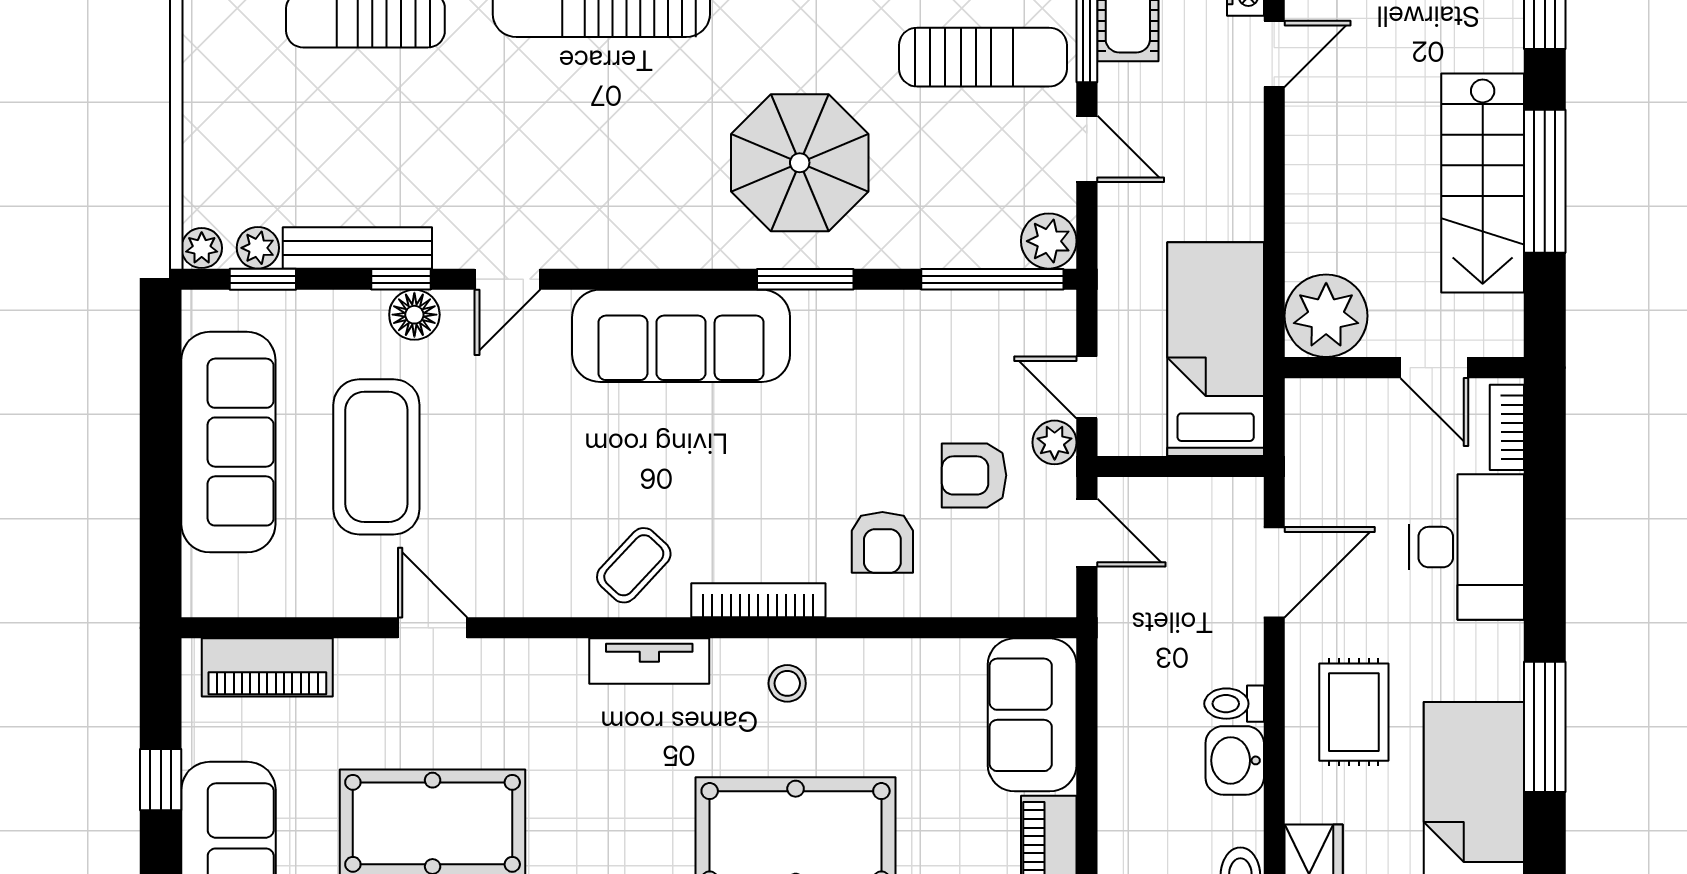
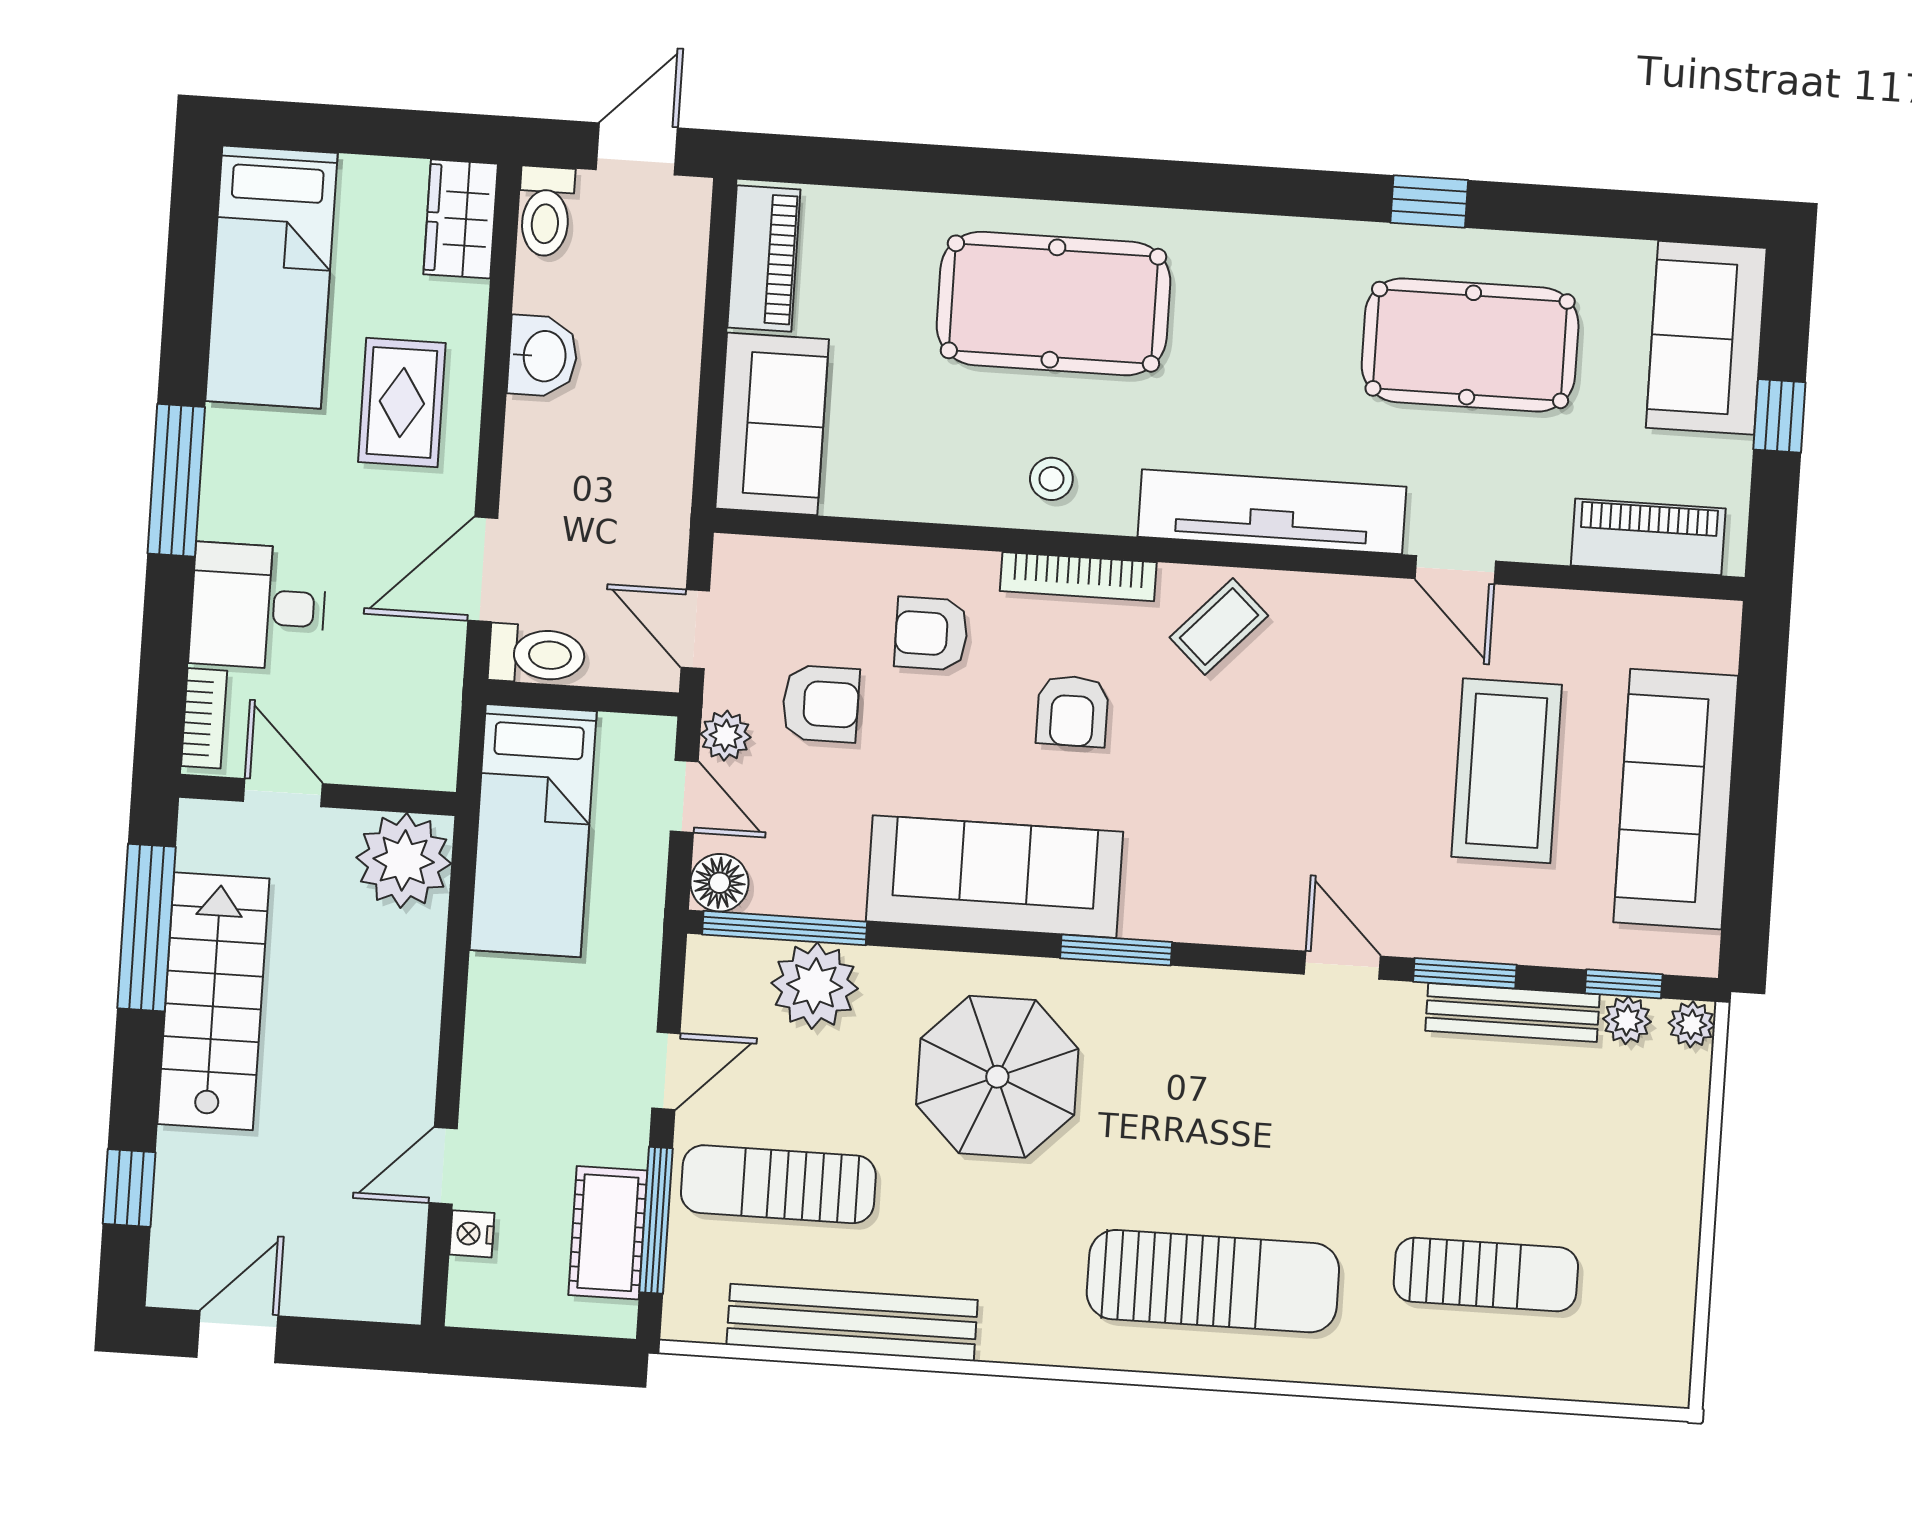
door: (1087, 149) -> (666, 1071), swing flipped
window: (1545, 181) -> (146, 928), moved
plant: (1049, 241) -> (815, 986), moved, width x1.36, depth x1.36
window: (401, 279) -> (1465, 973), width x1.50
door: (507, 279) -> (1342, 965), hinge flipped
window: (805, 279) -> (1116, 950), moved
floor lamp: (414, 315) -> (719, 883), moved
sofa: (681, 336) -> (994, 877), moved
armchair: (756, 484) -> (1072, 711), added
armchair: (882, 542) -> (931, 634), turned -90
desk: (1467, 547) -> (258, 606), width x0.73
tv unit: (649, 661) -> (1272, 512), width x1.92, depth x1.29
toilet: (1234, 704) -> (537, 654), moved, width x1.37, depth x1.39
window: (1545, 727) -> (176, 480), moved

